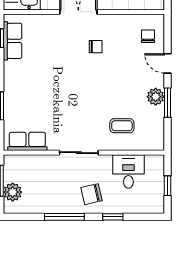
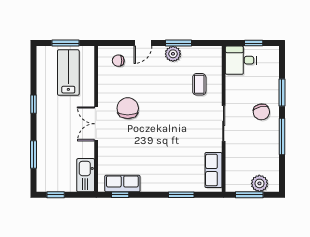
chair: (96, 47) -> (128, 108), width x1.87, depth x1.87
desk: (128, 171) -> (241, 60), moved
window: (113, 217) -> (282, 92), width x1.50

